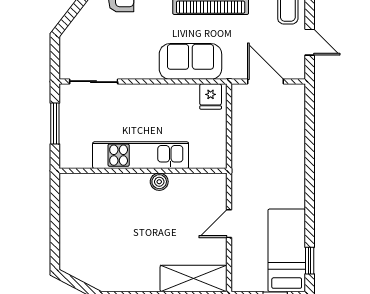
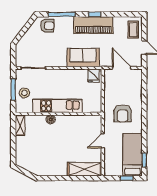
stool: (77, 130) -> (24, 93), added
armchair: (267, 170) -> (123, 114), added
boiler: (159, 182) -> (51, 119), moved
shelving: (68, 193) -> (20, 125), added

